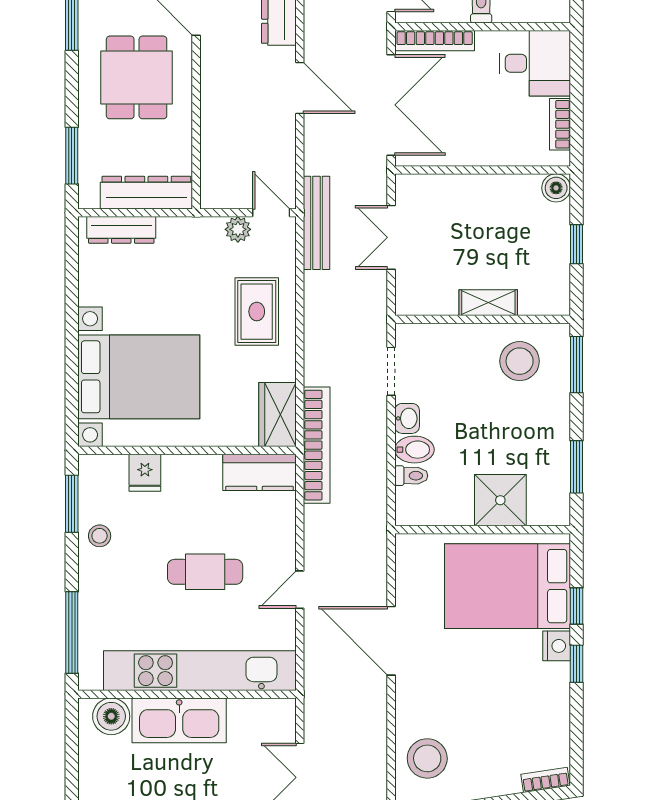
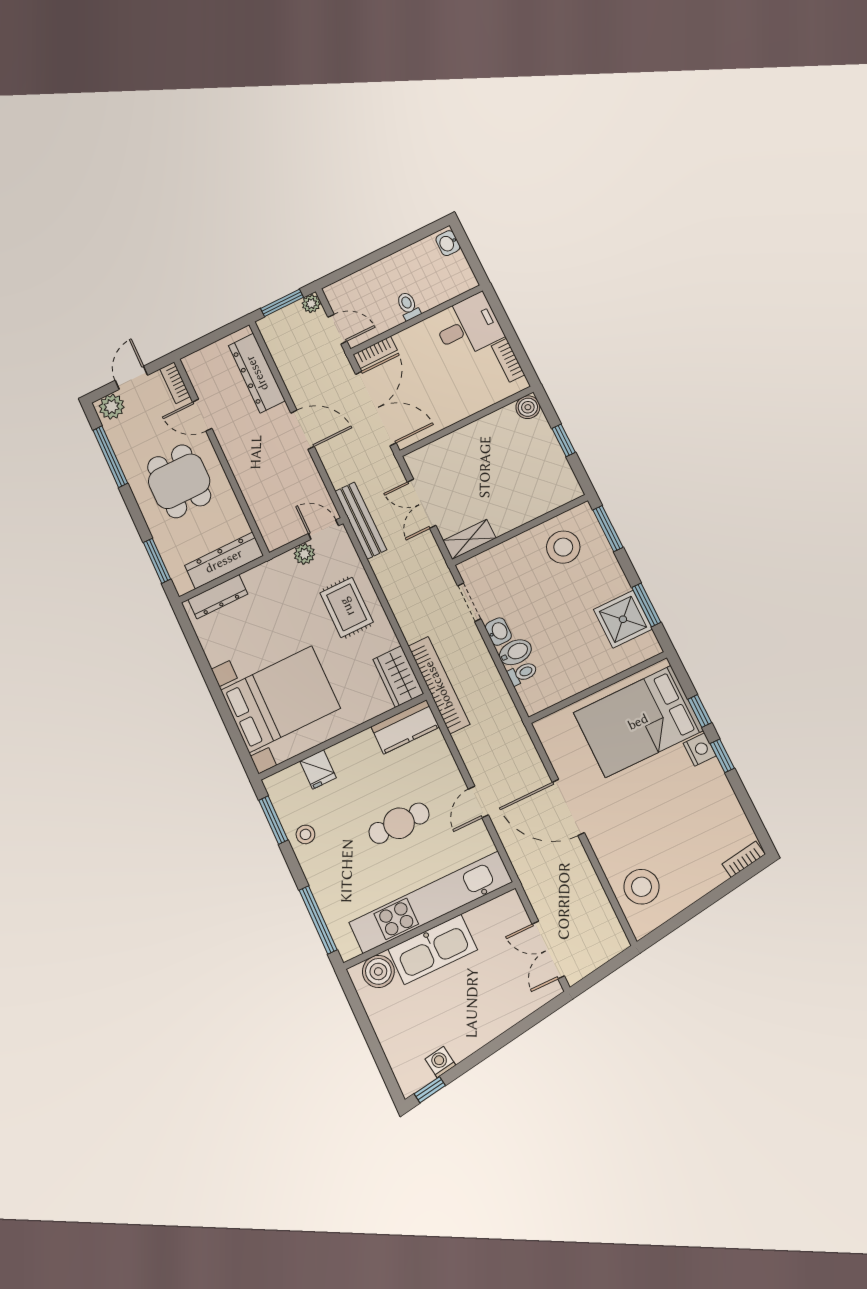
bookcase: (435, 41) -> (375, 352), width x0.64
shelving: (488, 303) -> (469, 539), moved
shower: (500, 500) -> (623, 619), moved

